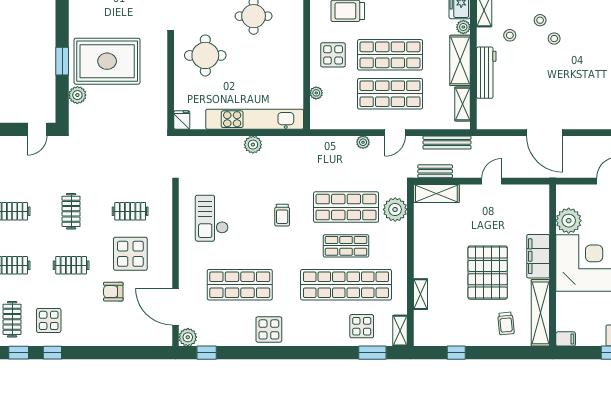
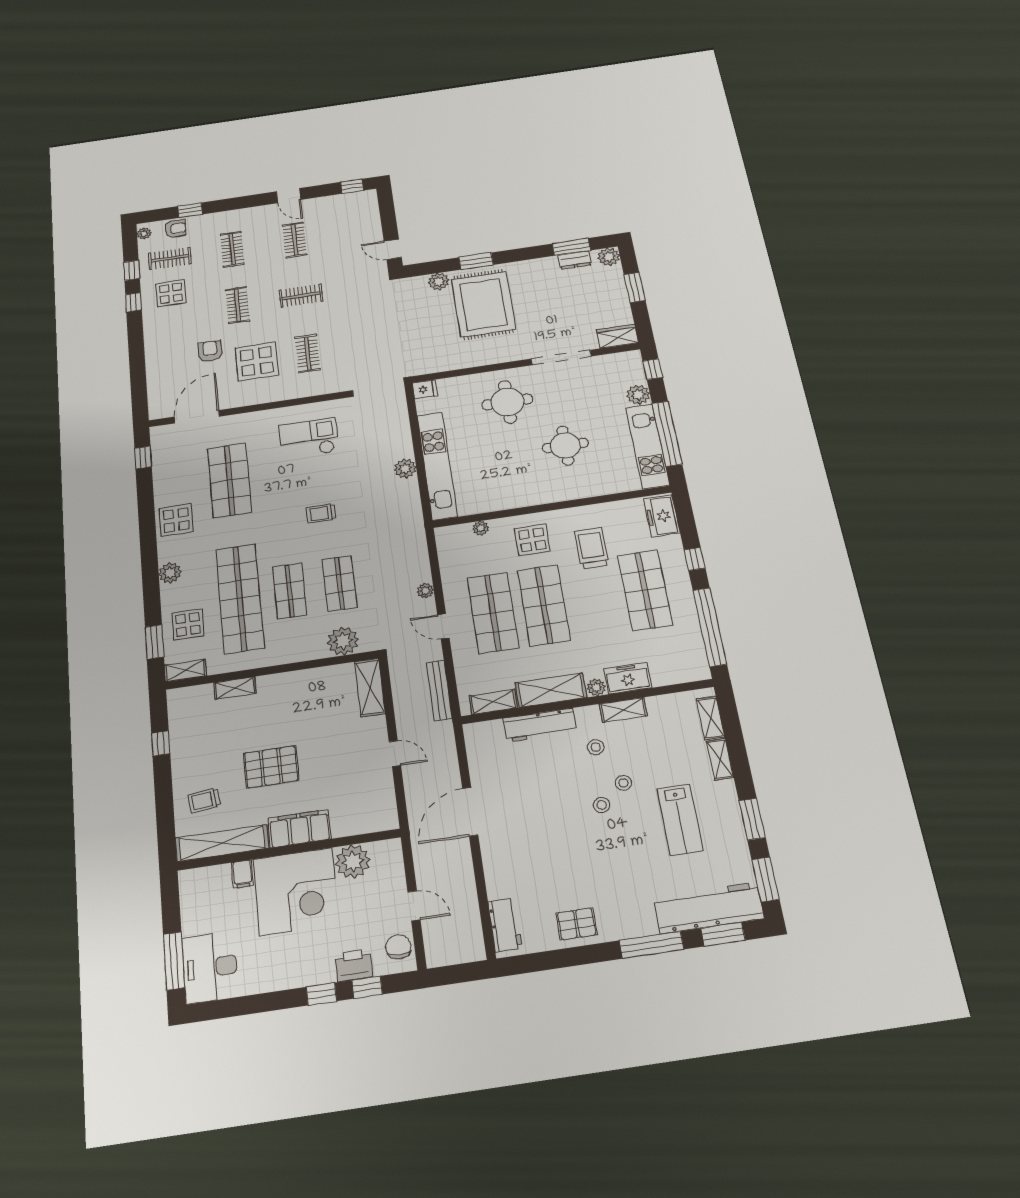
bench: (435, 171) -> (399, 682), removed
shop shelf: (346, 207) -> (339, 583), width x0.70, depth x0.74
pallet: (488, 273) -> (271, 767), width x0.73, depth x0.71
plant: (188, 337) -> (170, 573), moved
filing cabinet: (566, 339) -> (242, 874), moved

